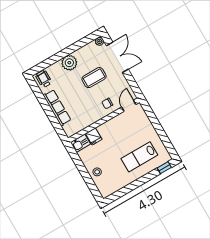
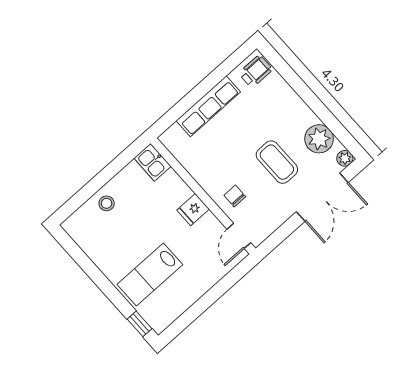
plant: (69, 63) -> (319, 139), moved
door: (129, 106) -> (239, 236), swing flipped
fridge: (94, 136) -> (193, 210), moved
lab bench: (139, 157) -> (150, 274), turned -90

